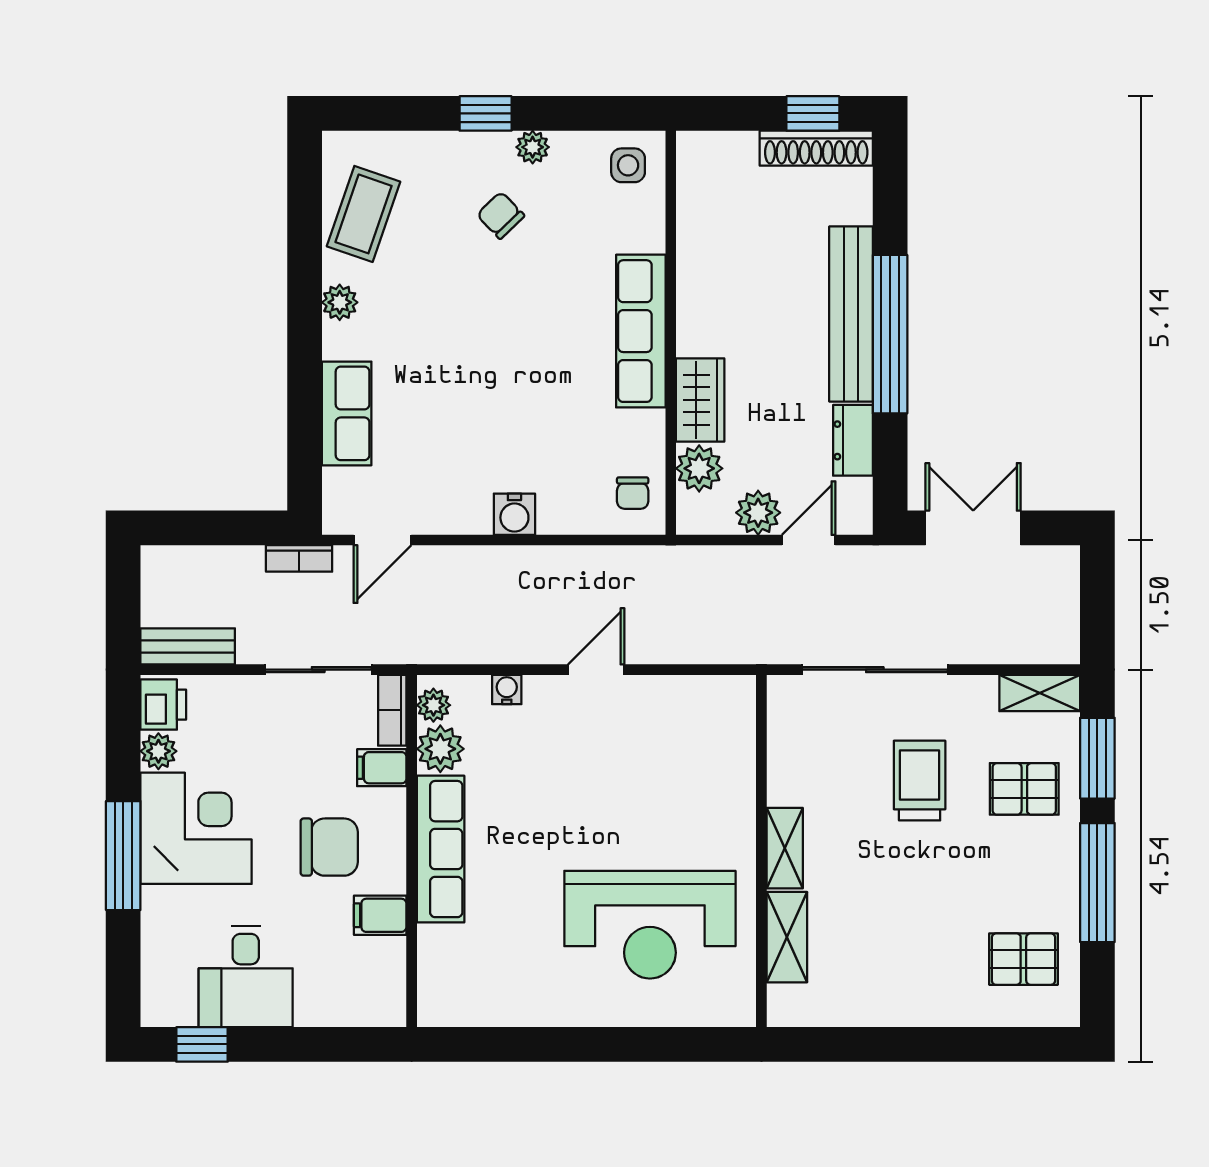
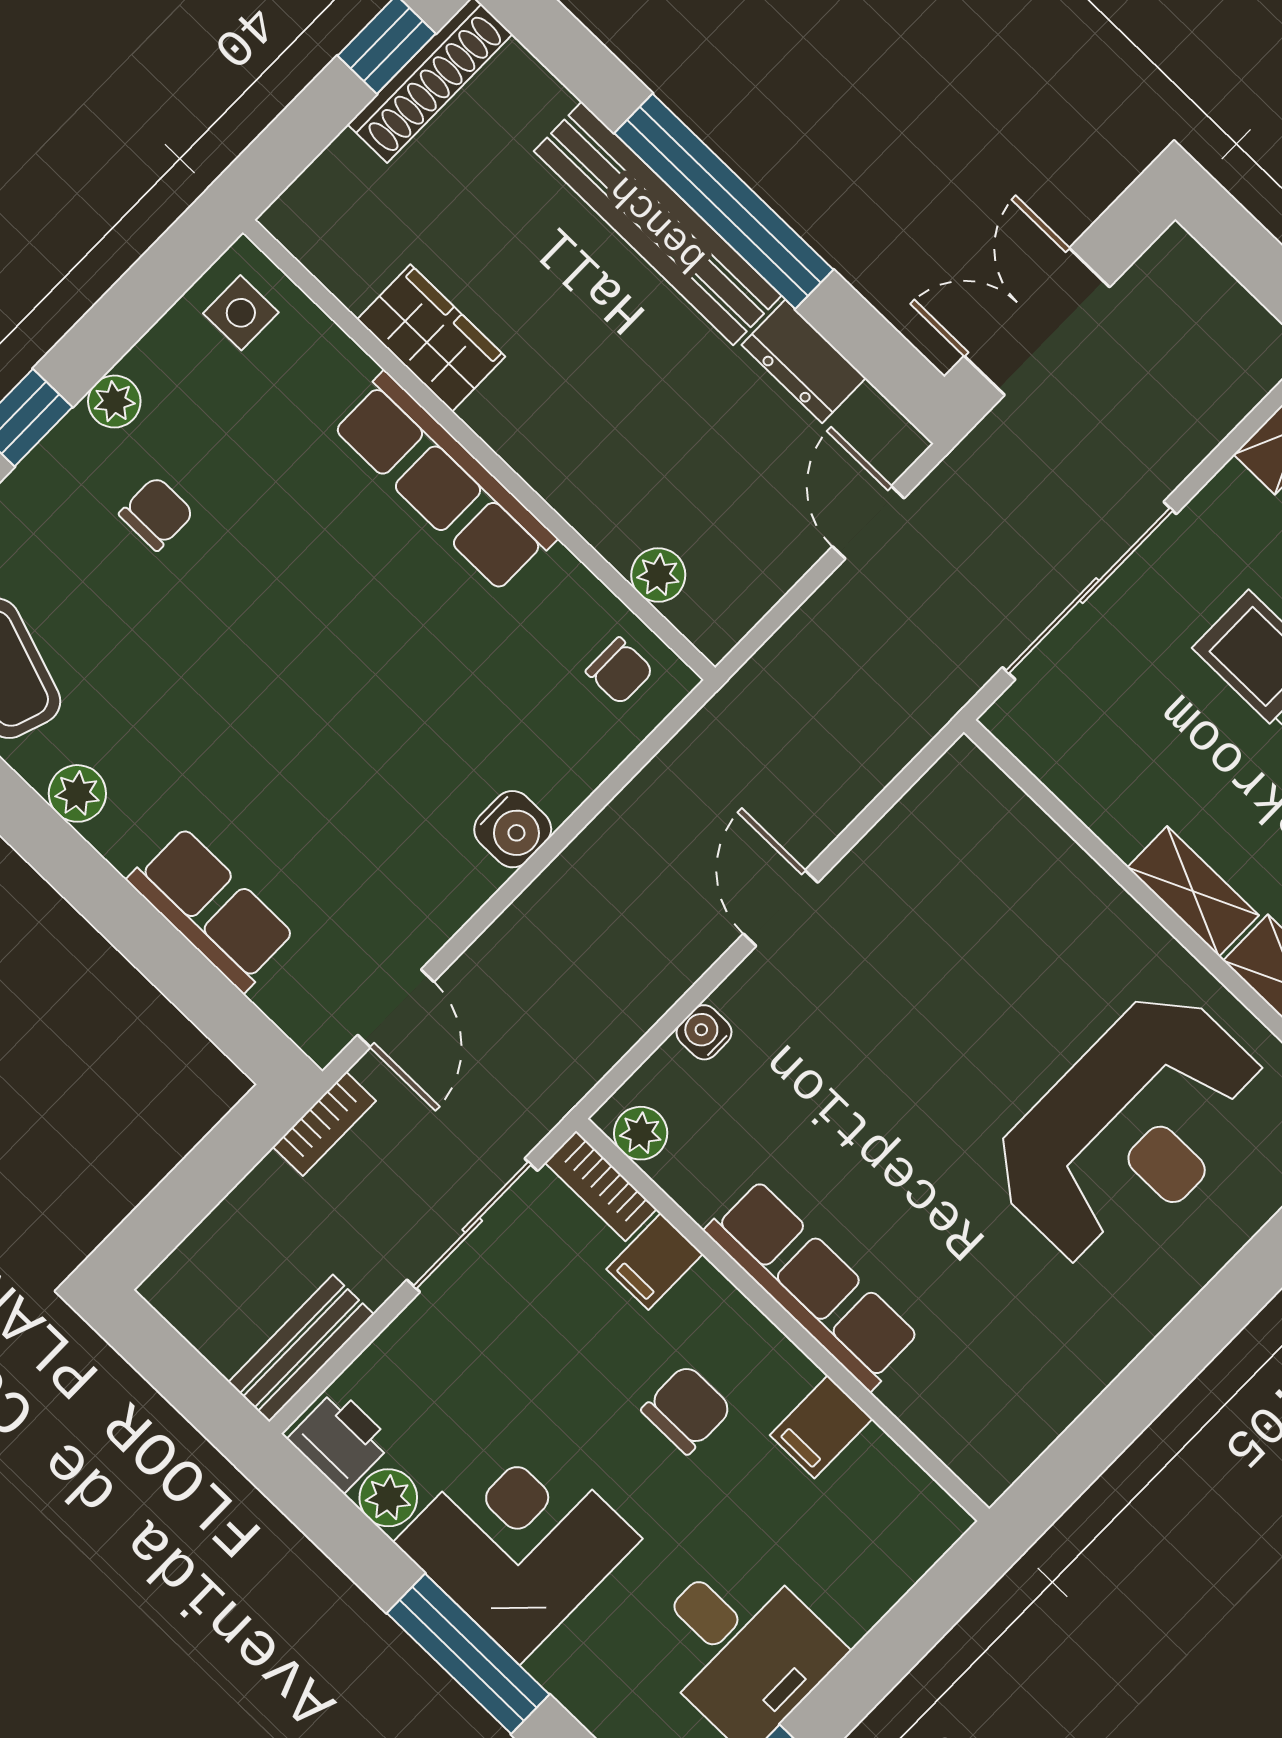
chair: (501, 215) -> (157, 514), turned 134
wardrobe: (700, 400) -> (431, 338), moved
plant: (699, 468) -> (658, 575), width x0.73, depth x0.73
plant: (758, 513) -> (781, 550), removed
plant: (440, 749) -> (698, 1174), removed
chair: (329, 847) -> (687, 1409), width x0.73, depth x0.73

